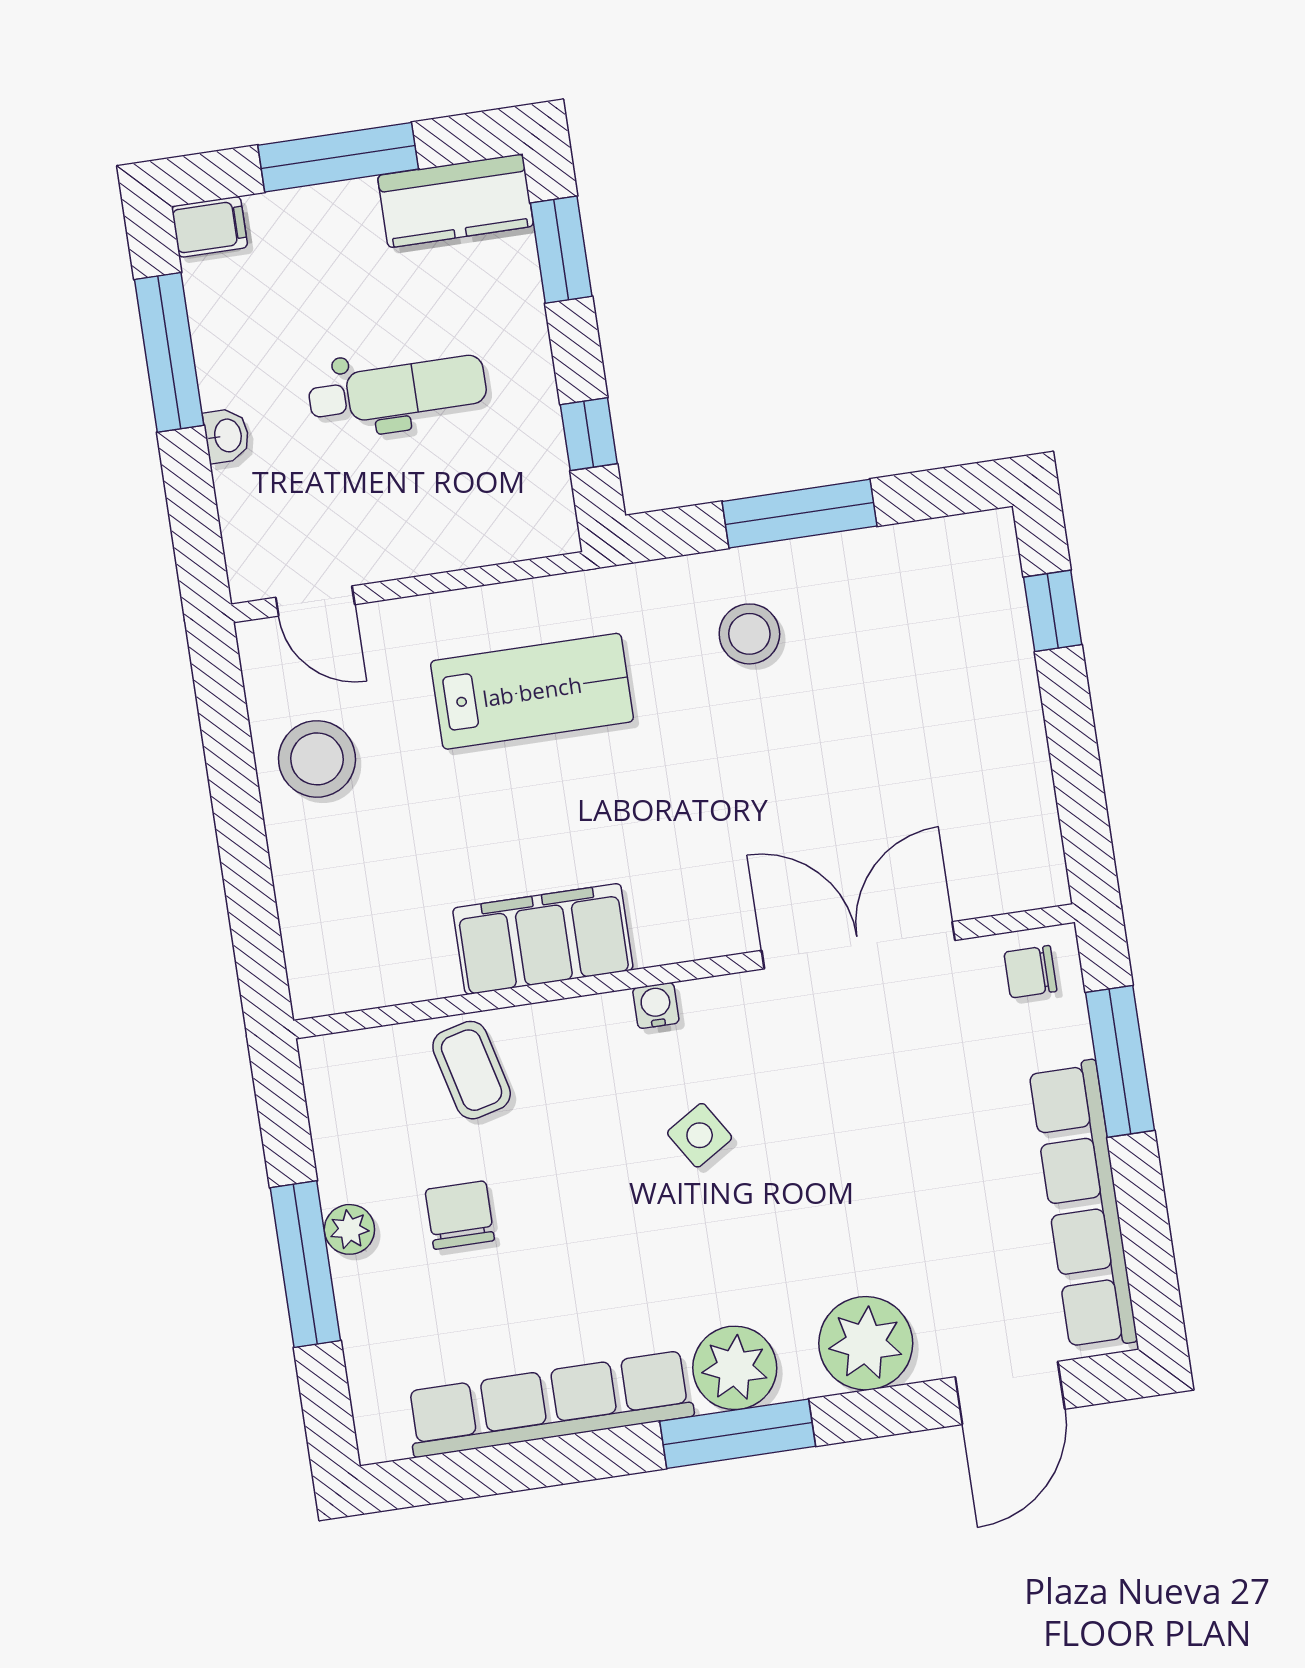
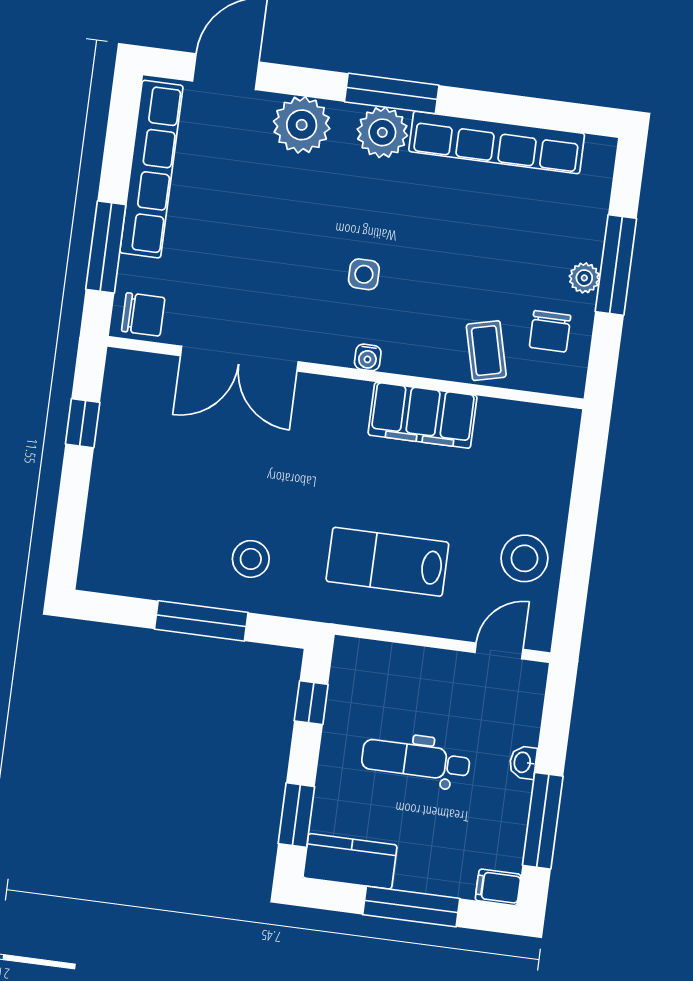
door: (315, 601) -> (499, 651), hinge flipped
window: (1053, 611) -> (83, 423), moved
chair: (1030, 972) -> (143, 314), width x1.37, depth x1.37
side table: (700, 1135) -> (364, 274), turned 32
chair: (460, 1215) -> (550, 331), moved

